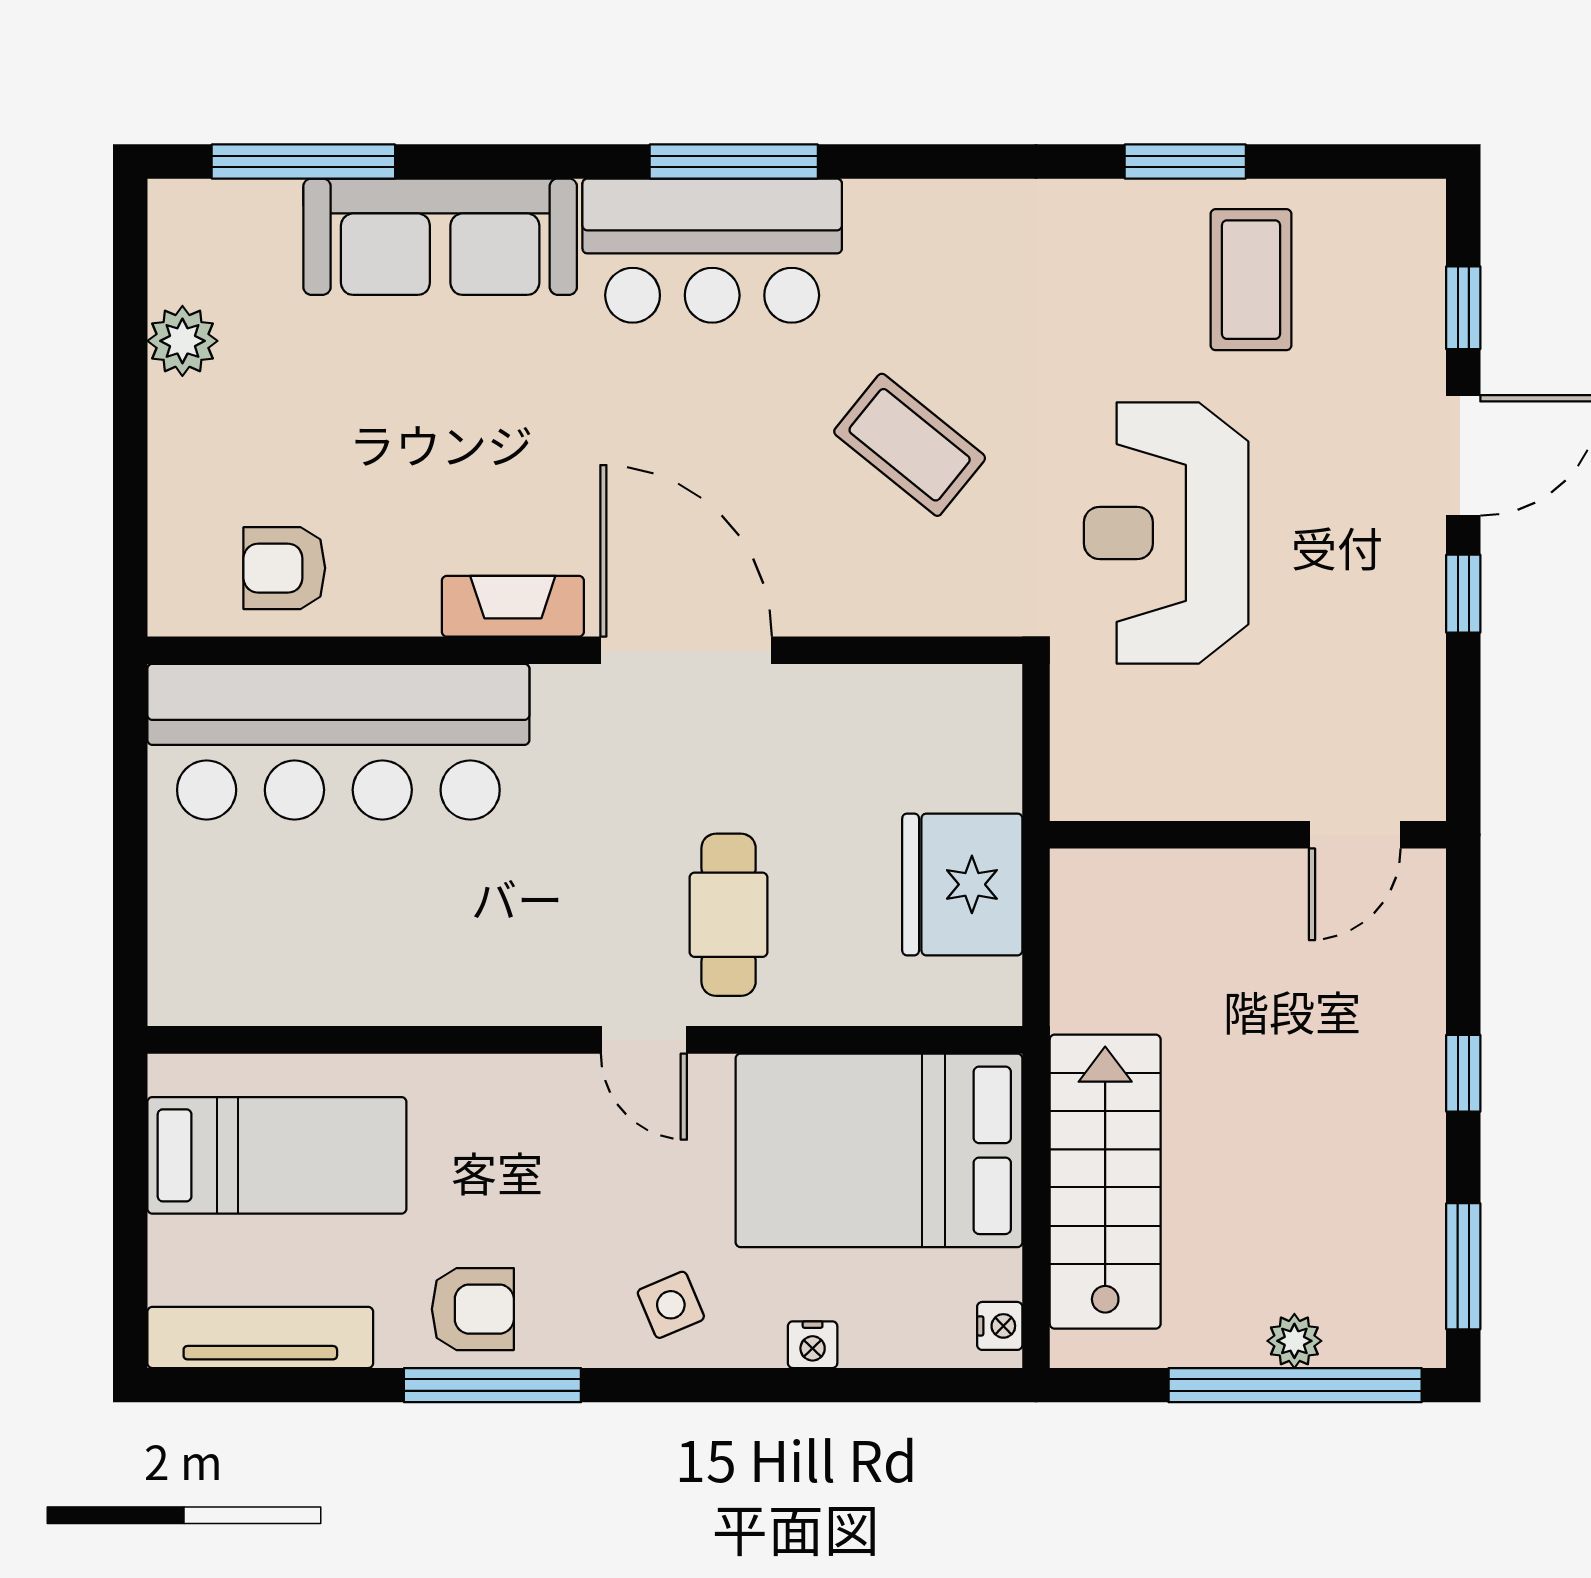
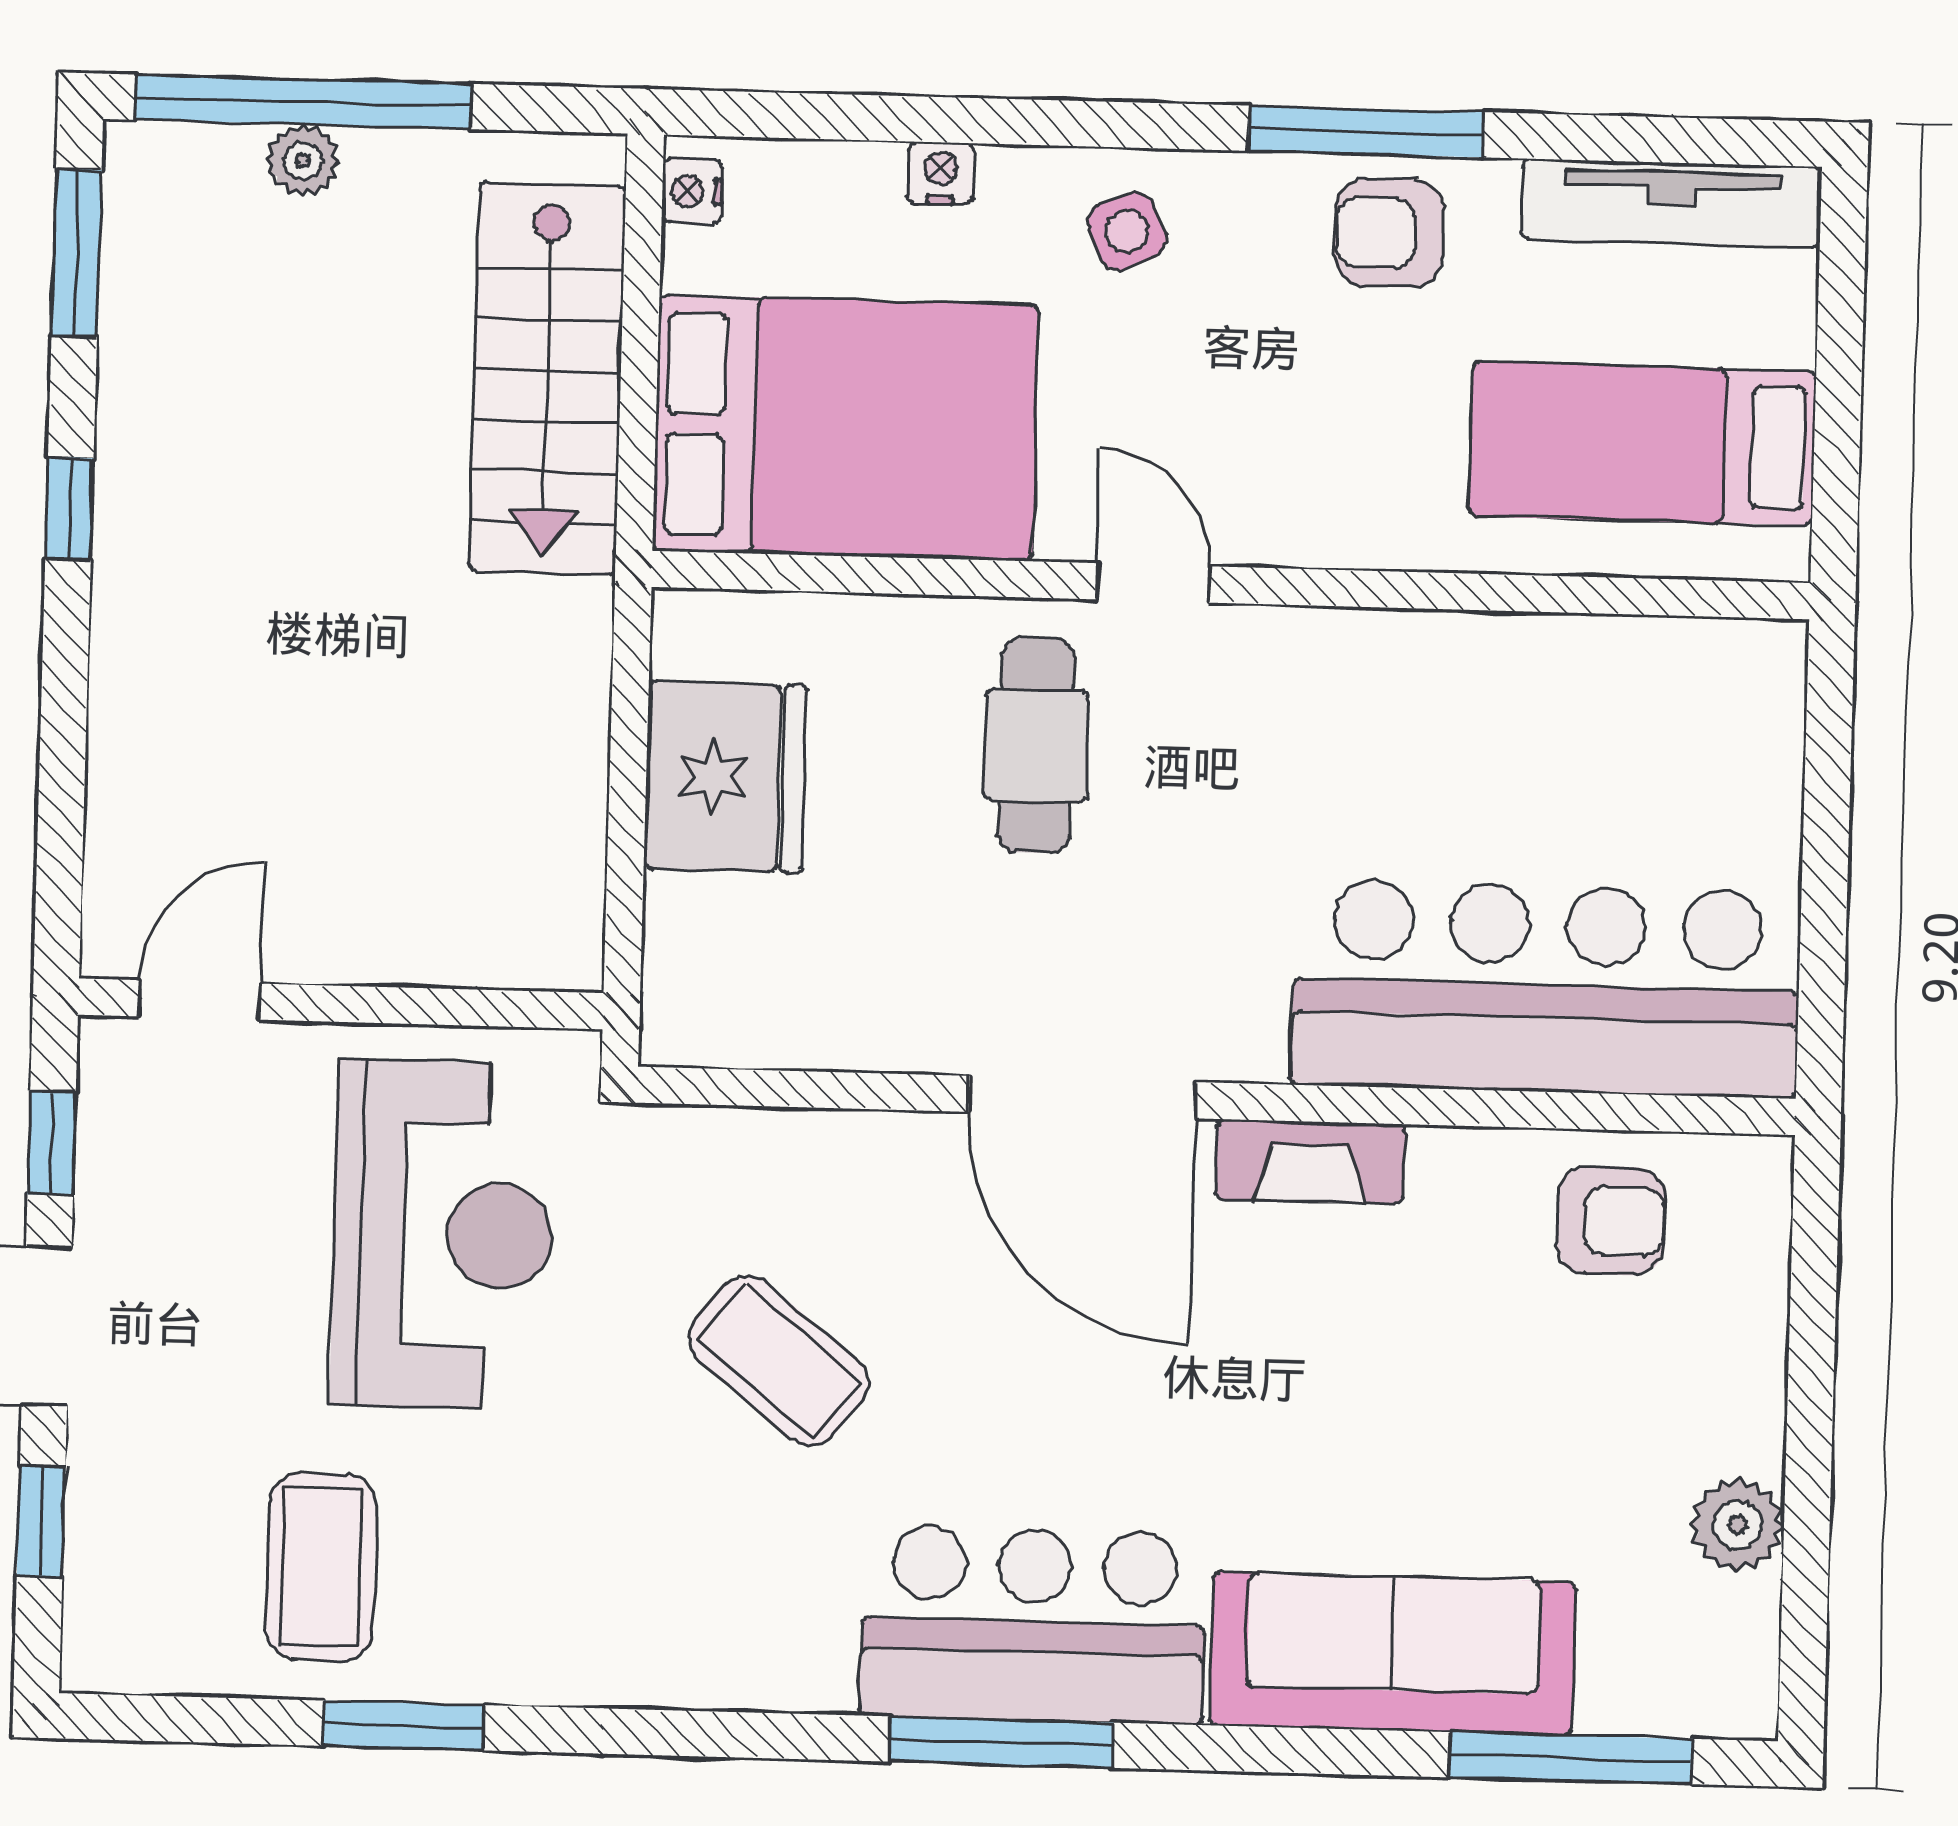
wall: (1248, 835) -> (341, 1004), moved
door: (1355, 835) -> (199, 1000), moved

